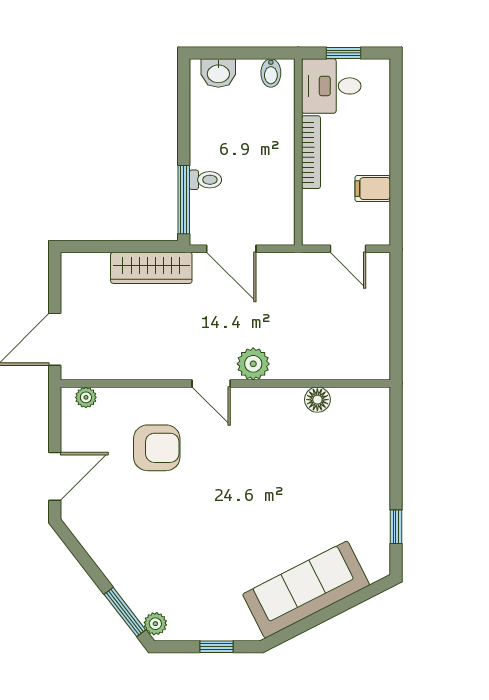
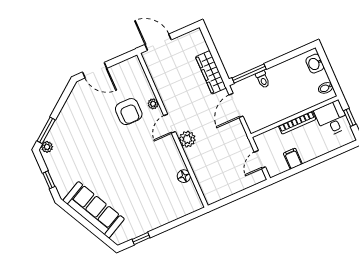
plant: (86, 397) -> (153, 104), moved

